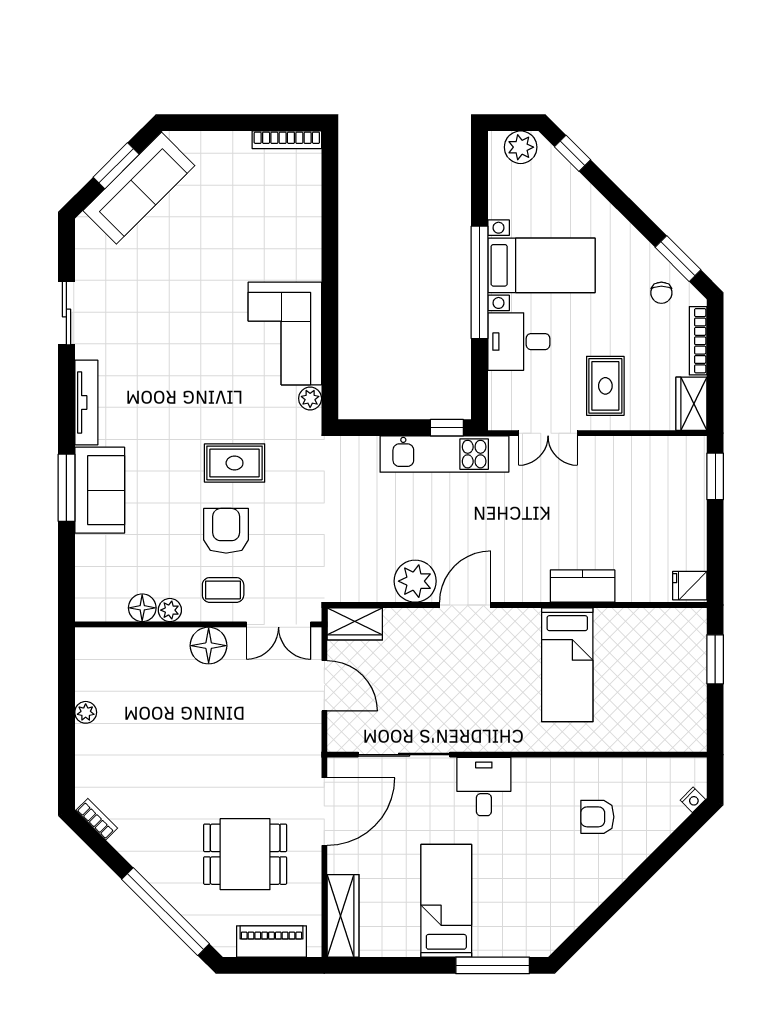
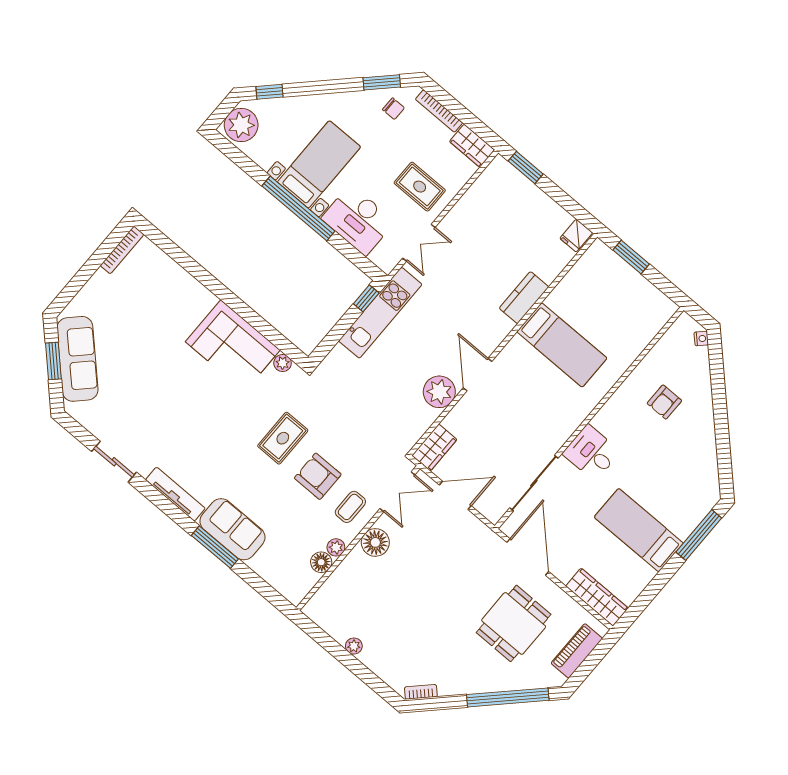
plant: (521, 147) -> (241, 125), width x1.36, depth x1.36
desk: (519, 342) -> (358, 220), width x1.37

